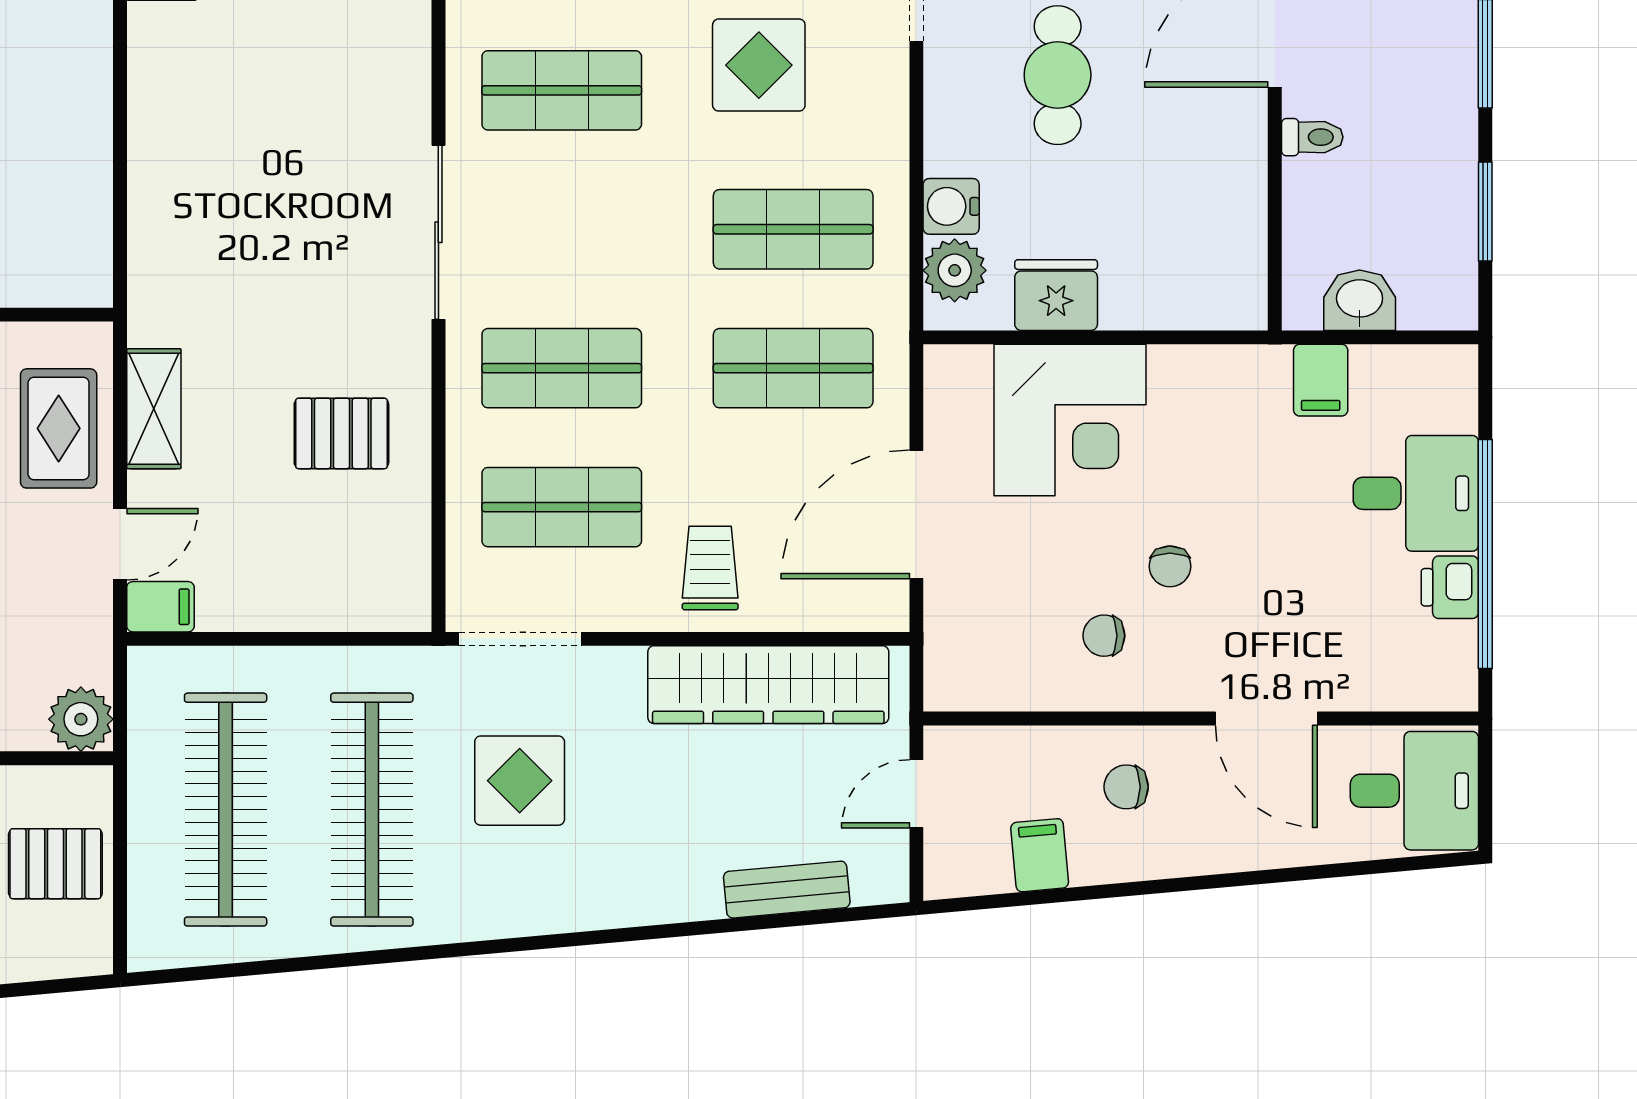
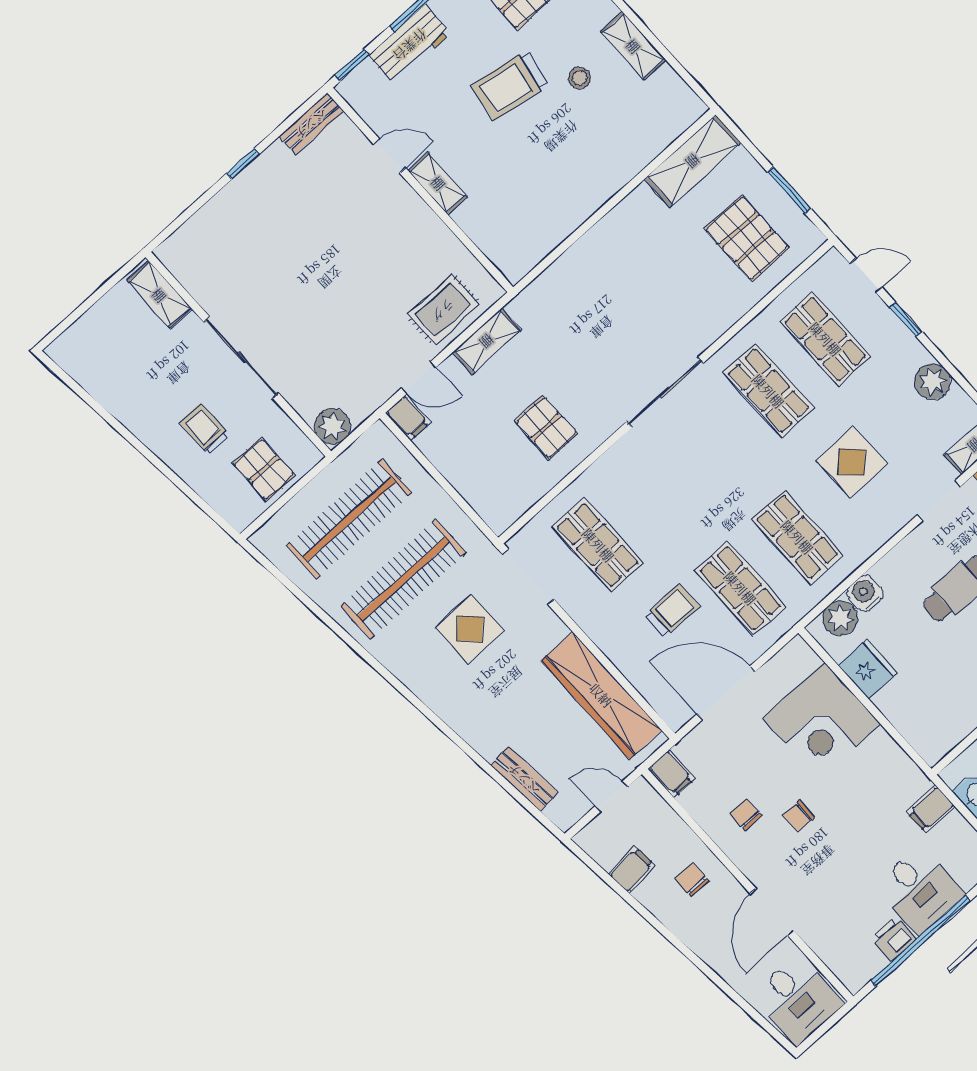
shop shelf: (562, 368) -> (655, 493), removed
trolley: (710, 568) -> (672, 610), moved
filing cabinet: (958, 685) -> (671, 774), added

